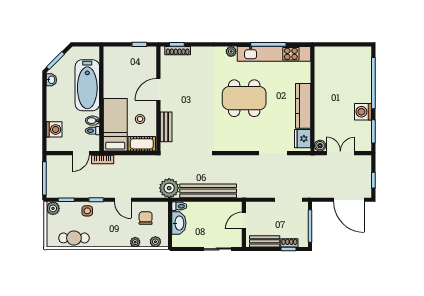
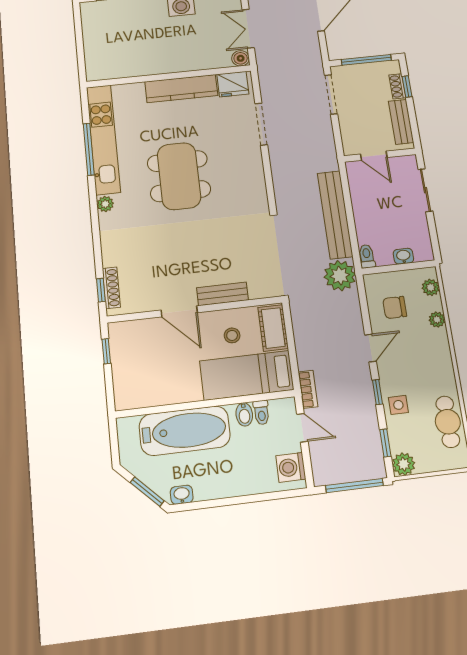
bench: (166, 127) -> (223, 294), moved
washing machine: (54, 129) -> (291, 467), moved, turned -90
washbasin: (179, 223) -> (403, 256), width x0.52, depth x0.69

